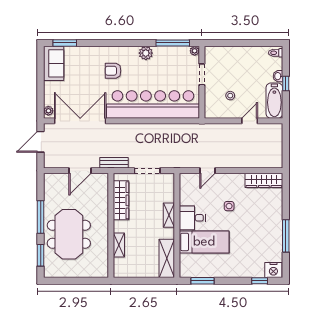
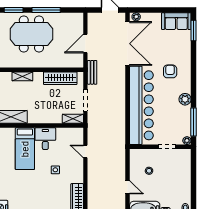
door: (80, 171) -> (85, 43), hinge flipped
shelving: (169, 215) -> (73, 119), moved

